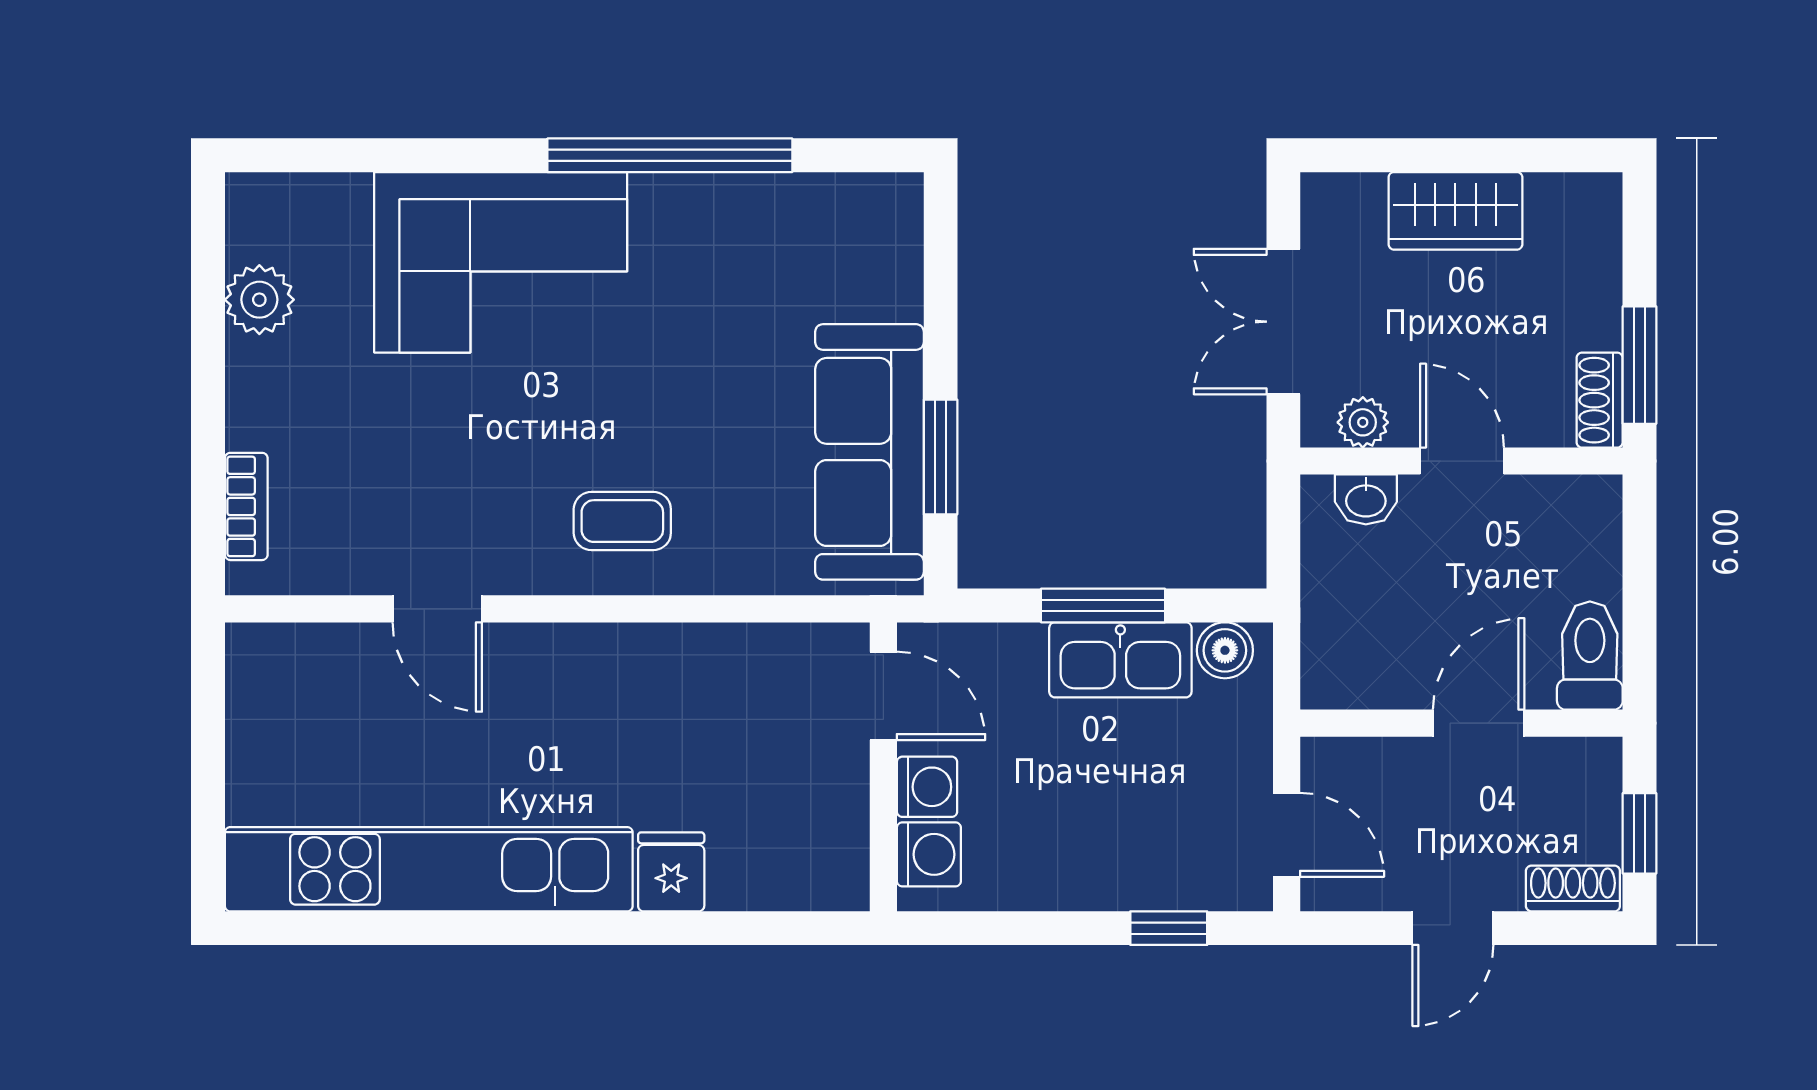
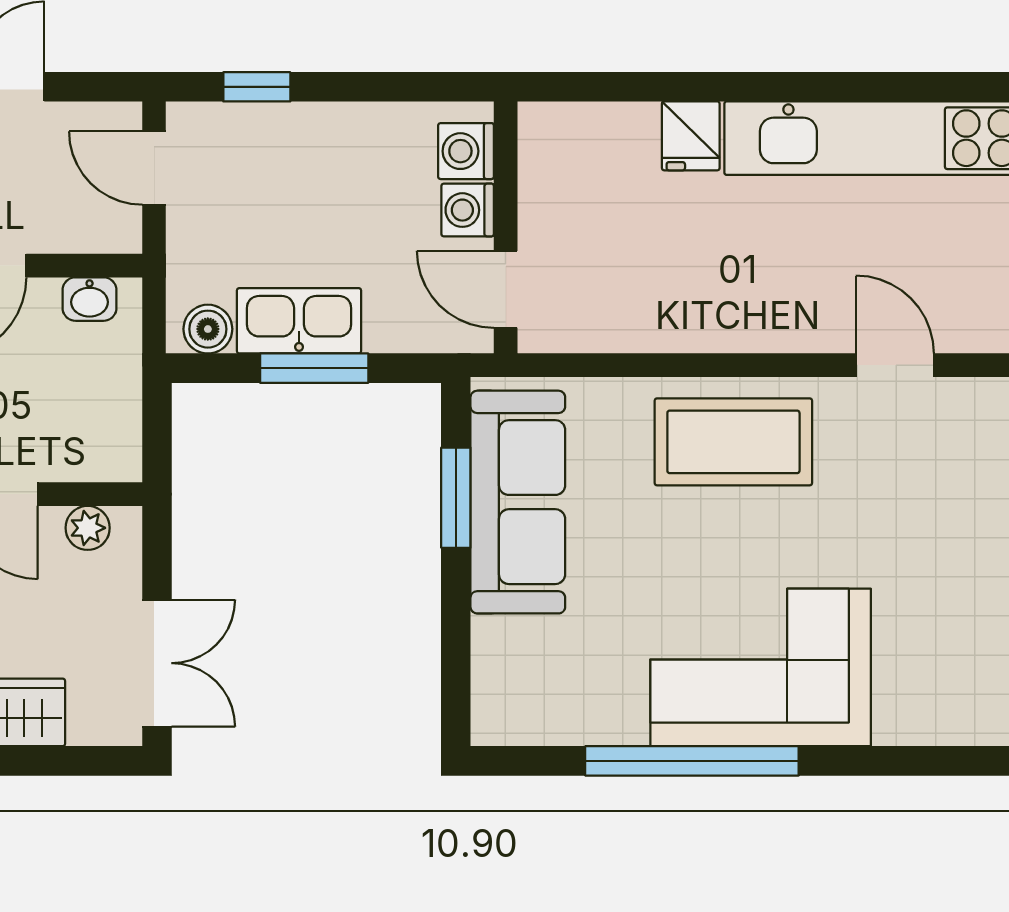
corner sofa: (501, 262) -> (761, 667), moved
double door: (1283, 322) -> (157, 663), moved
washbasin: (1366, 499) -> (90, 299), moved, turned 180
coffee table: (622, 521) -> (733, 442), width x1.86, depth x1.72

